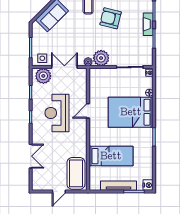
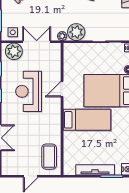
bed: (111, 156) -> (87, 120), moved
coffee table: (76, 173) -> (49, 157), width x0.73, depth x0.76

